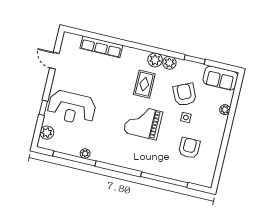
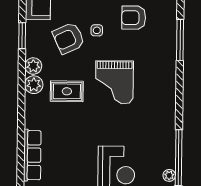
plant: (85, 153) -> (169, 175), moved
window: (164, 180) -> (180, 40), width x0.68

